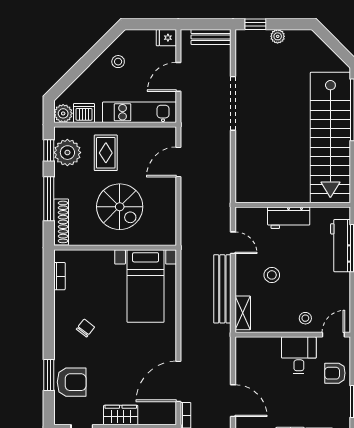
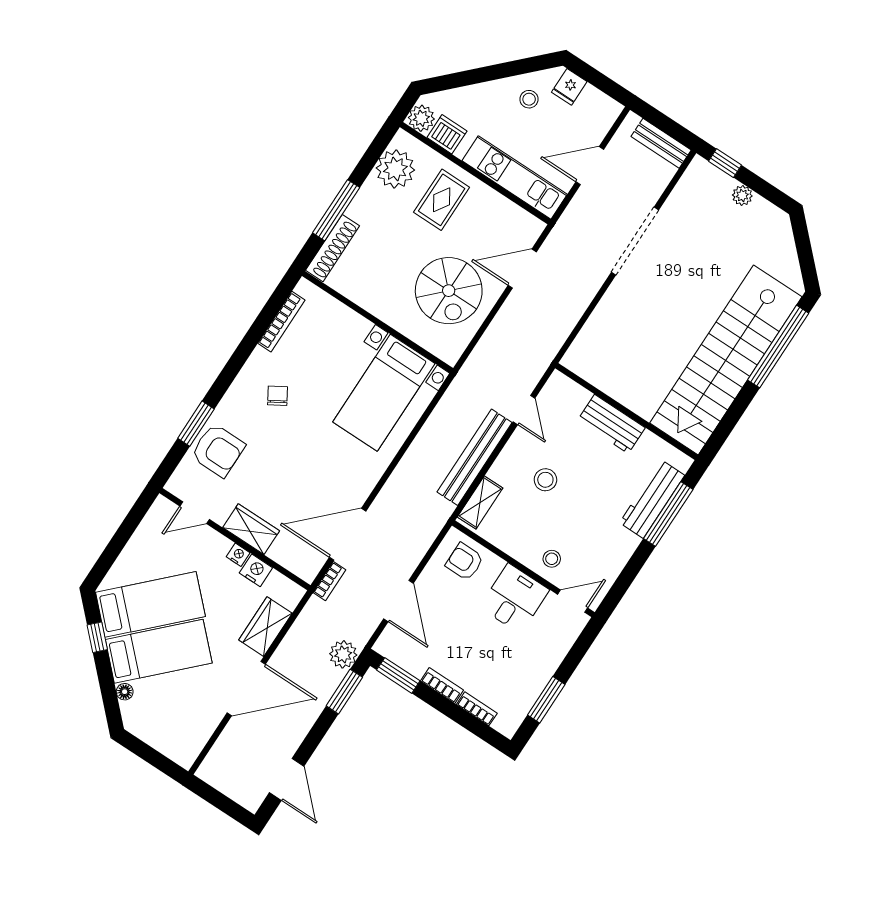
fridge: (166, 38) -> (569, 87), moved, turned -90
window: (49, 150) -> (375, 152), removed
spiral stairs: (120, 207) -> (449, 291), moved
bookcase: (60, 276) -> (281, 322), width x1.56
chair: (85, 328) -> (278, 396), turned -69
armchair: (335, 373) -> (465, 562), moved

